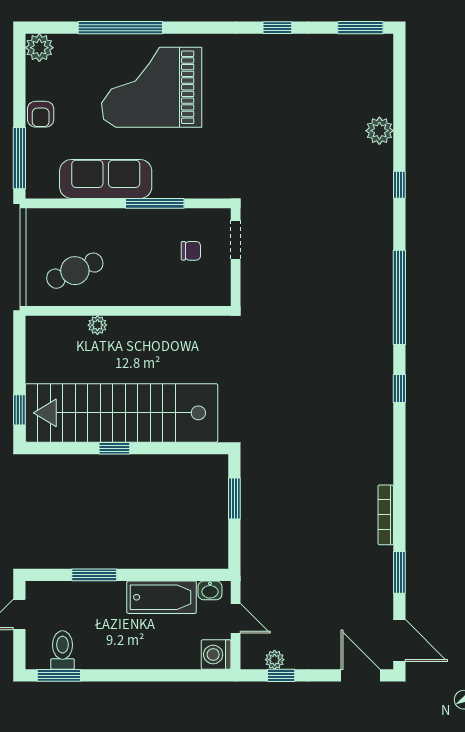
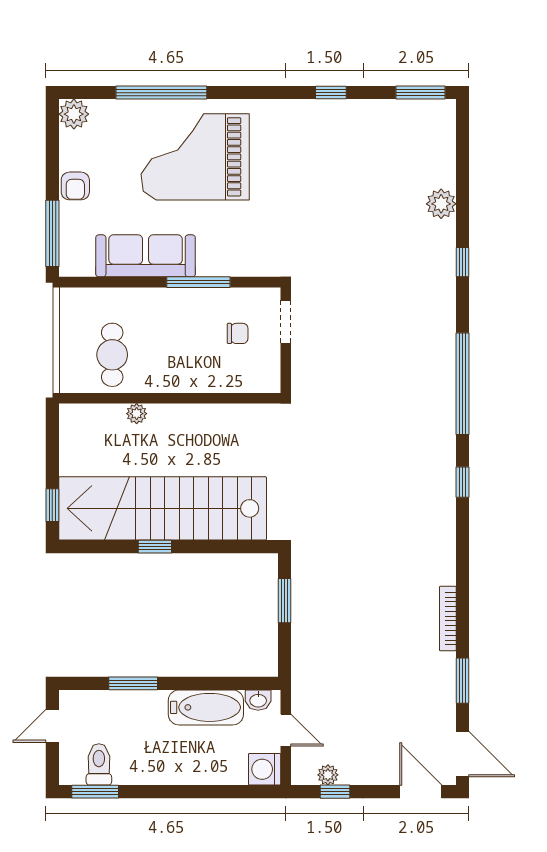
cafe table: (75, 271) -> (112, 355), turned -67

